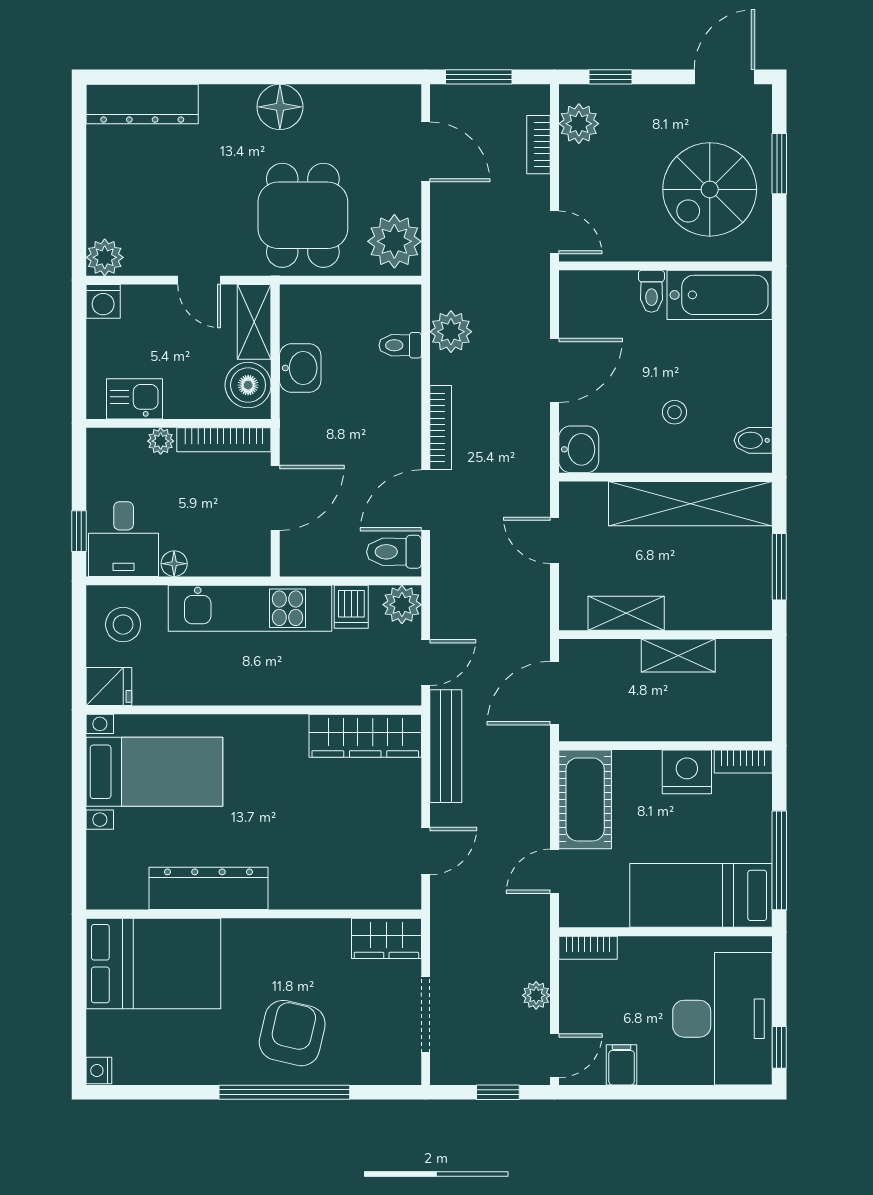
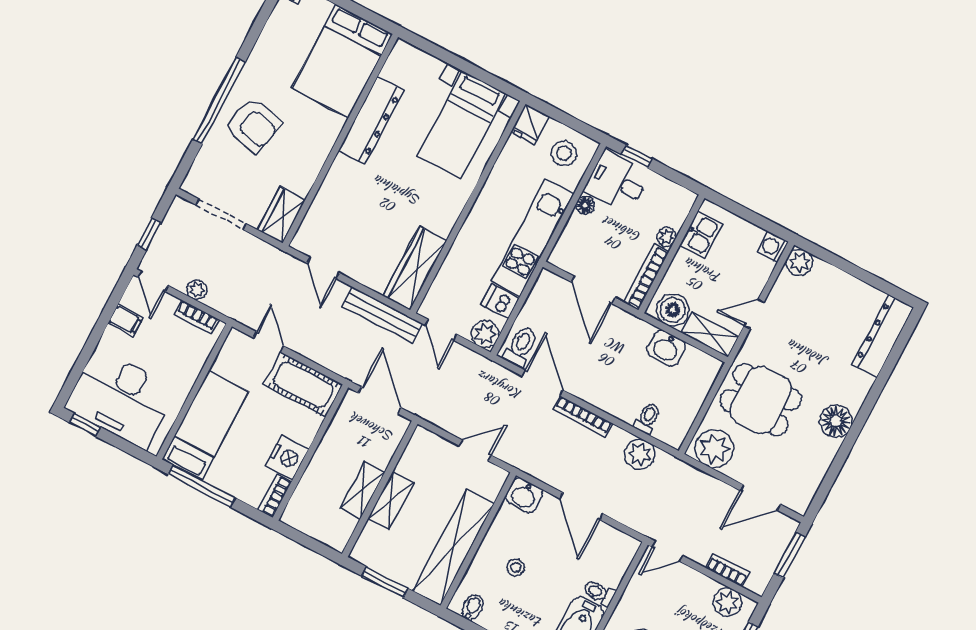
shelving: (626, 613) -> (391, 501), moved
bookcase: (588, 948) -> (196, 317), moved, turned -90

